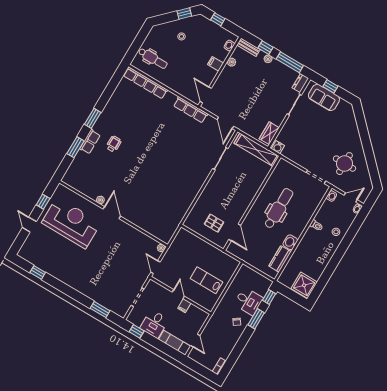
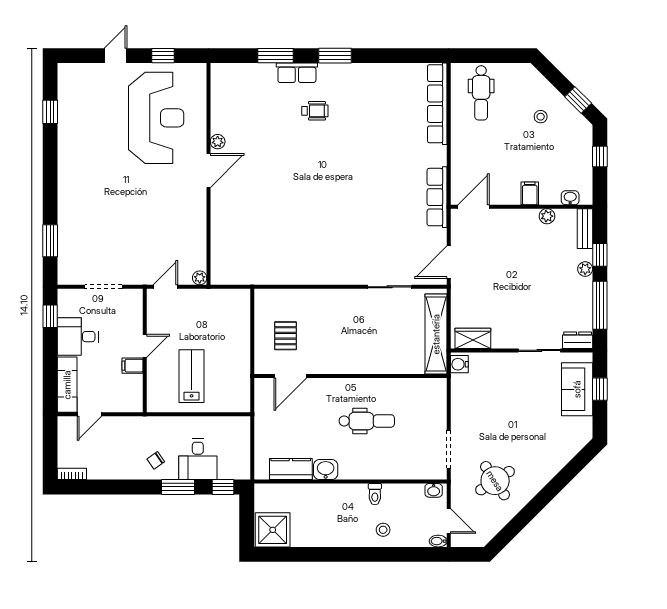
round table: (344, 164) -> (495, 481), turned -33
dental chair: (279, 208) -> (367, 421), width x0.73, depth x0.72

